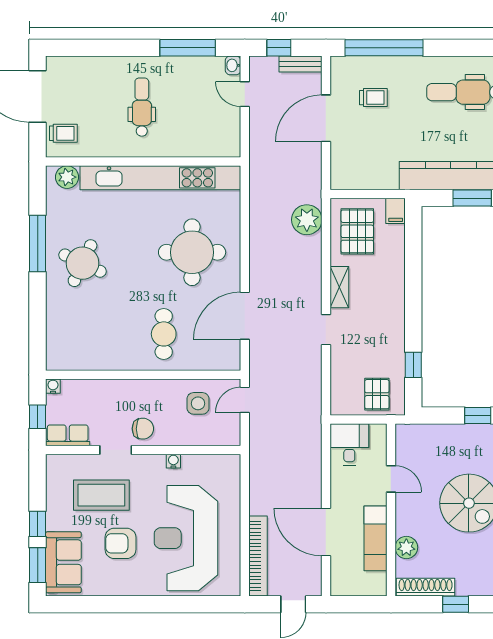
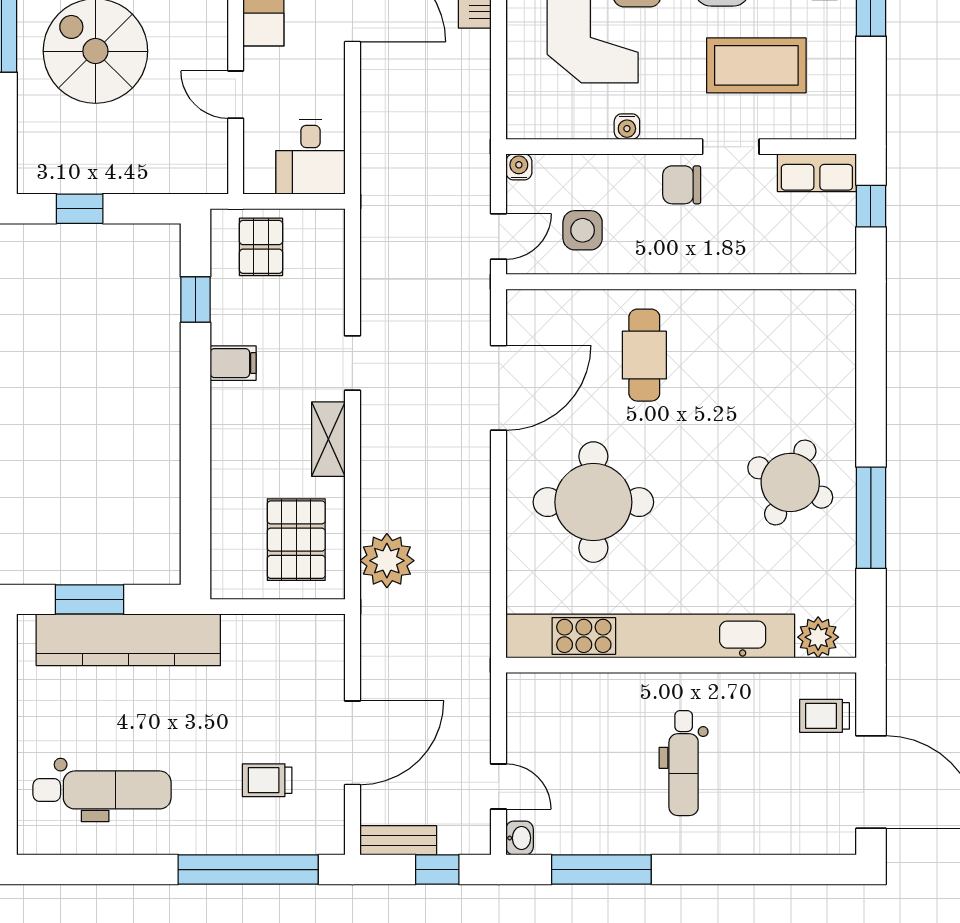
filing cabinet: (396, 211) -> (233, 363), moved, turned 90
water cooler: (53, 386) -> (519, 167), moved, turned 180

